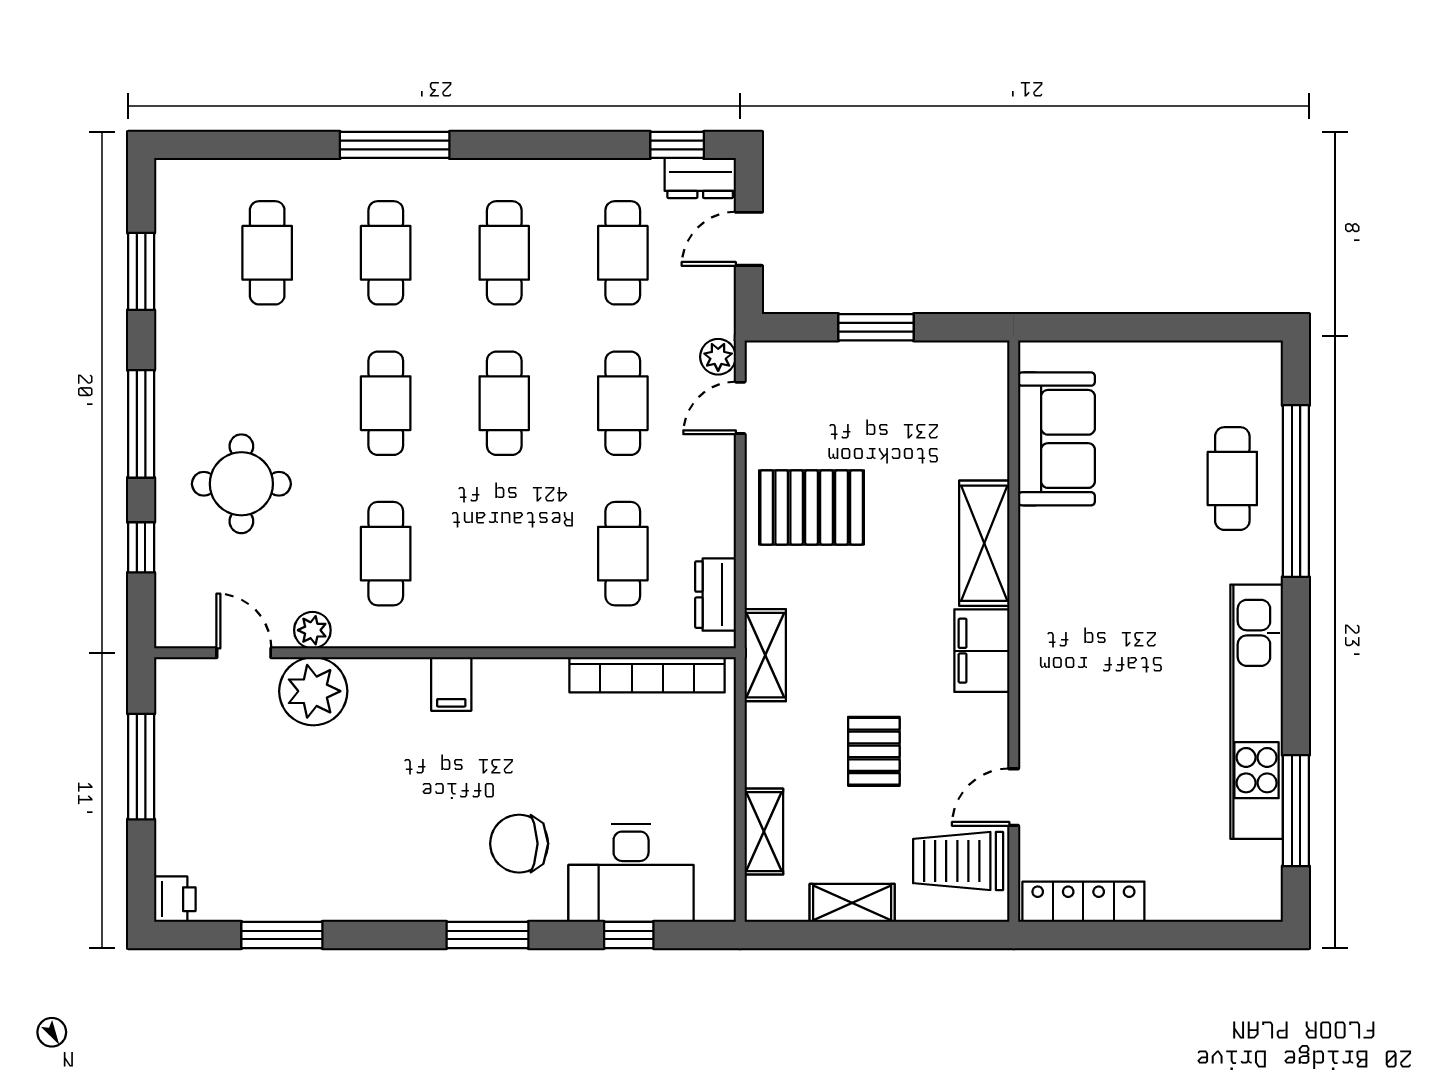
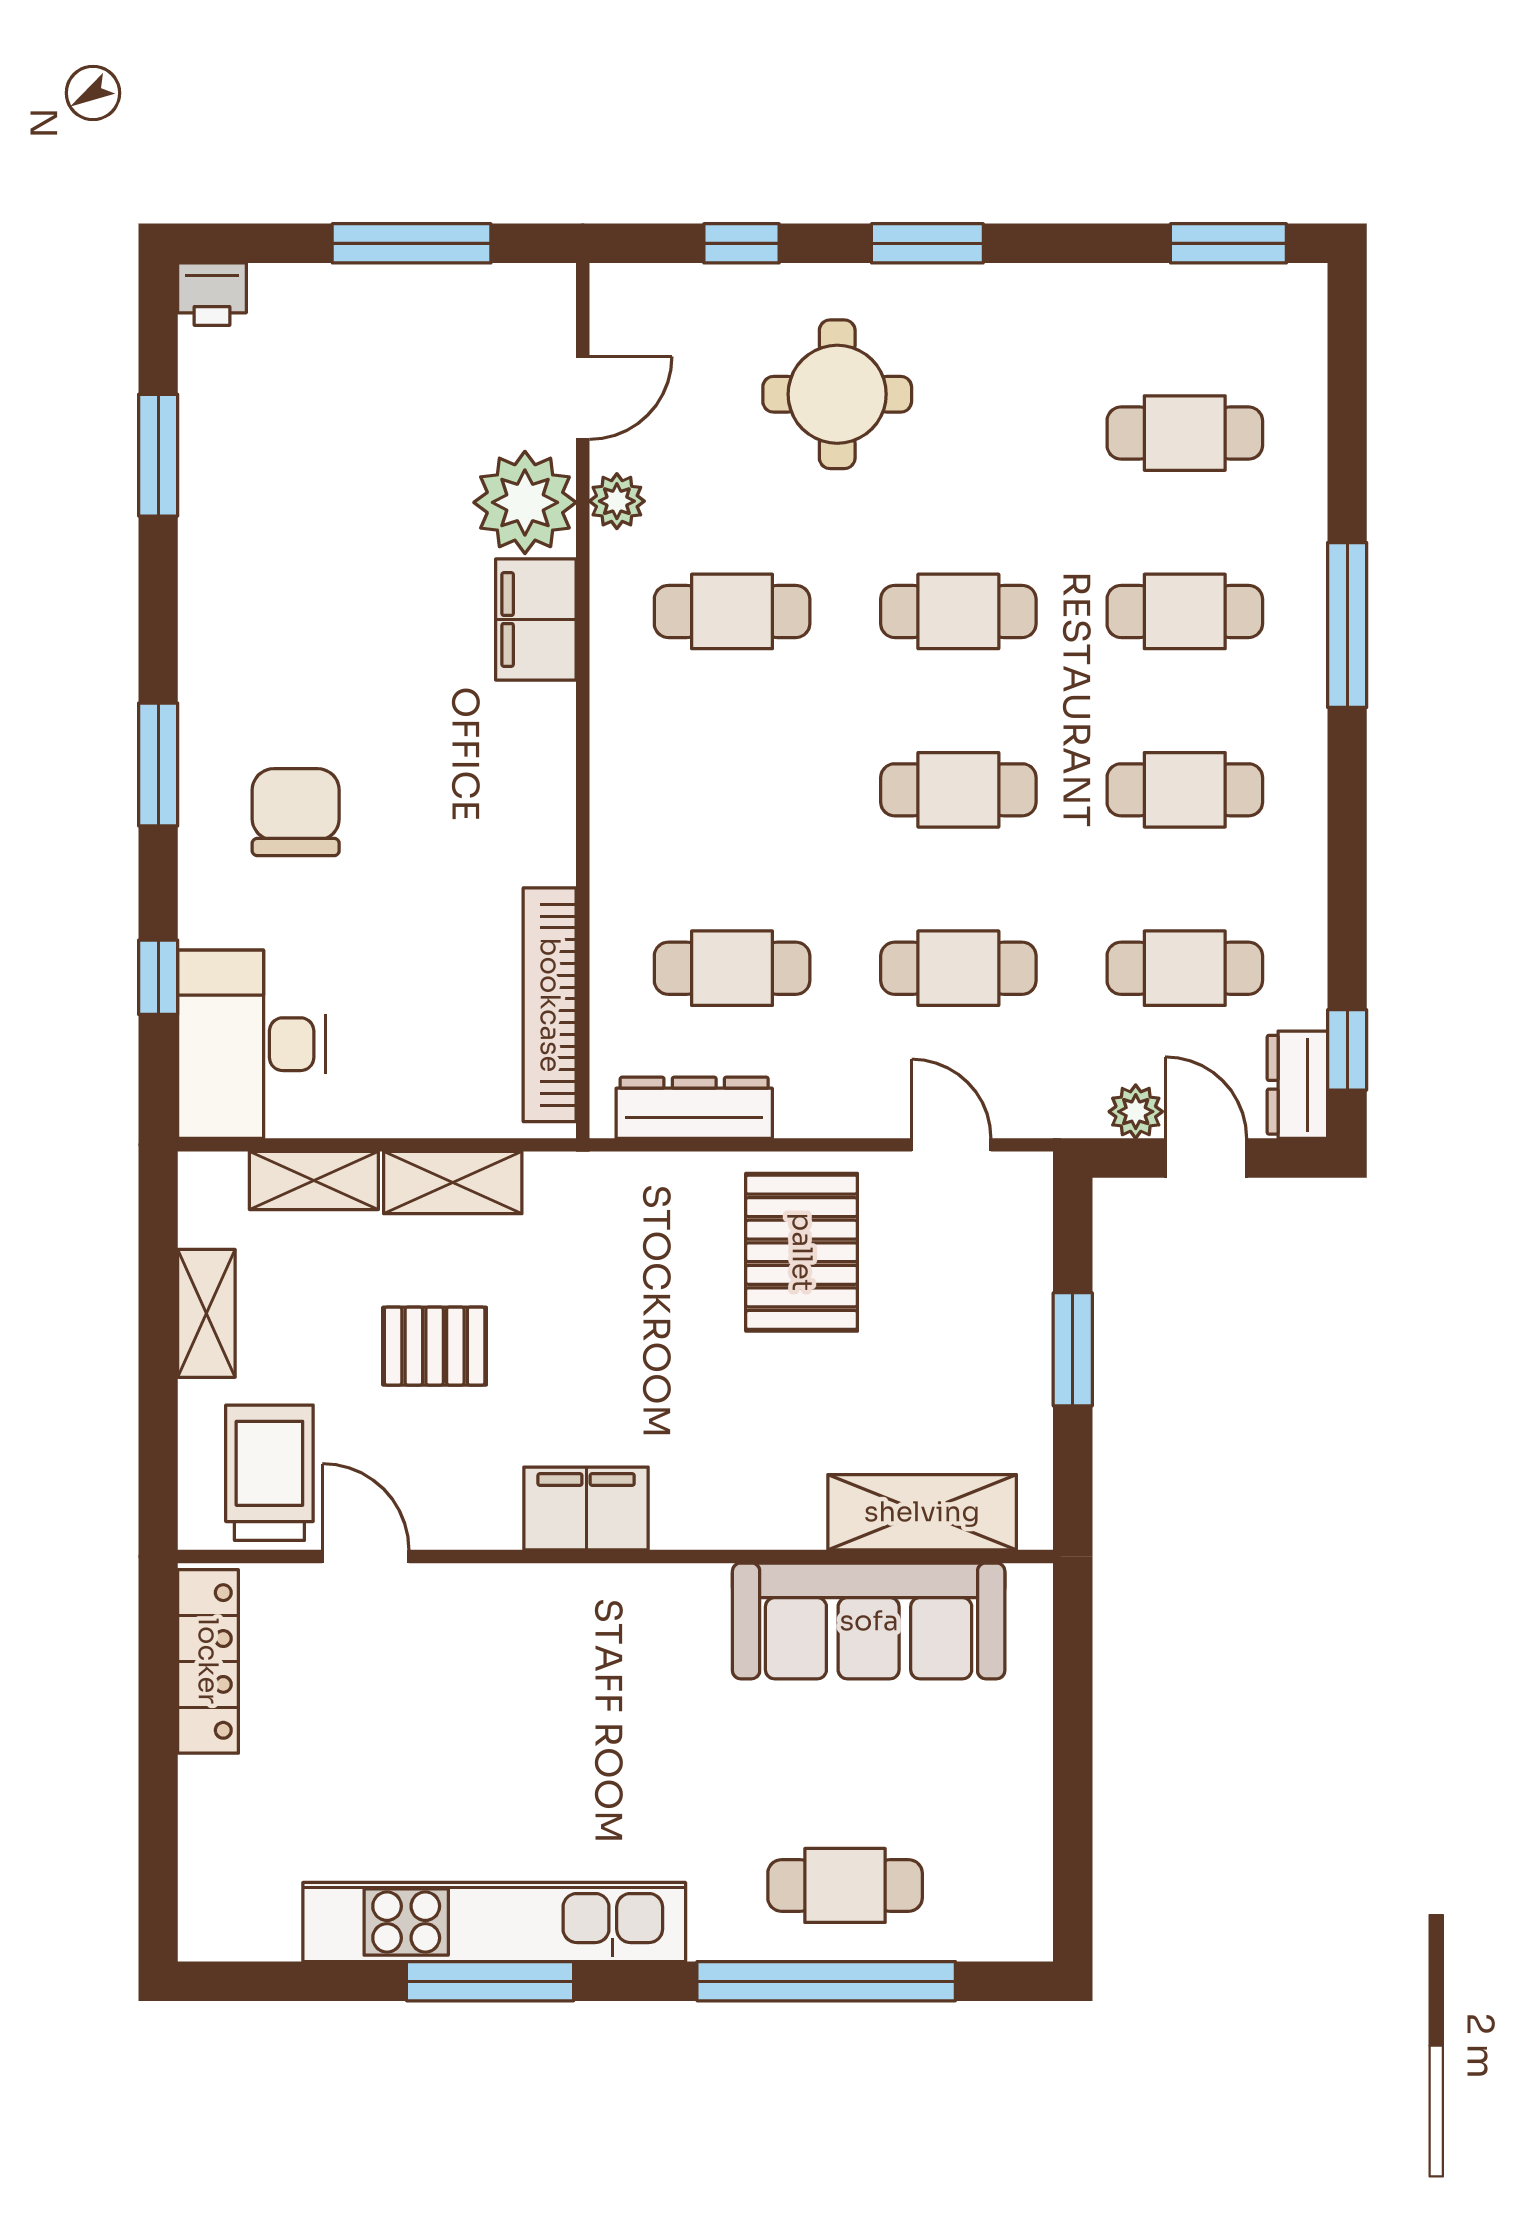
window: (141, 271) -> (1228, 243), moved
plant: (718, 357) -> (1136, 1112), moved
window: (141, 424) -> (927, 243), width x0.69
sofa: (1056, 439) -> (869, 1621), width x1.36
shelving: (984, 543) -> (922, 1512), moved
dresser: (716, 595) -> (694, 1108), width x1.44
shelving: (765, 655) -> (453, 1183), moved
filing cabinet: (451, 684) -> (536, 619), moved, width x2.00
window: (1296, 811) -> (490, 1981), moved
desk: (631, 873) -> (252, 1044), moved

